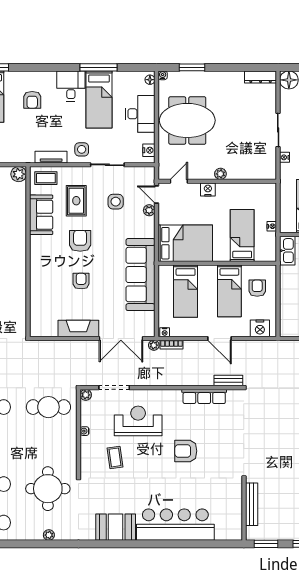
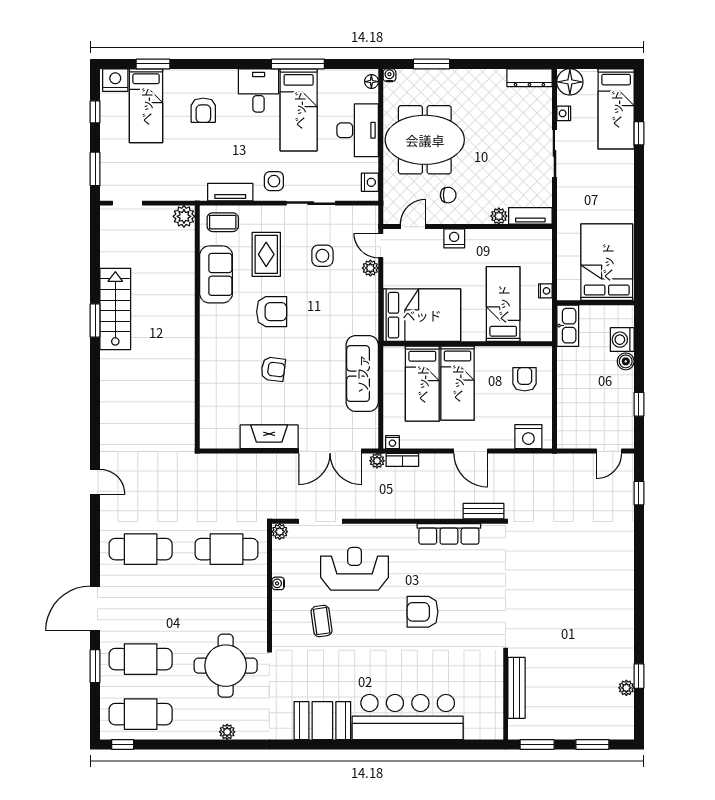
nightstand: (285, 157) -> (564, 113), moved
chair: (204, 159) -> (448, 195), added
plant: (220, 174) -> (499, 216), moved
tv unit: (261, 174) -> (530, 216), added
armchair: (80, 241) -> (272, 312), turned 90
sofa: (140, 275) -> (362, 374), width x0.74, depth x0.79
armchair: (81, 281) -> (273, 369), turned 97
bed: (229, 291) -> (457, 383), moved

